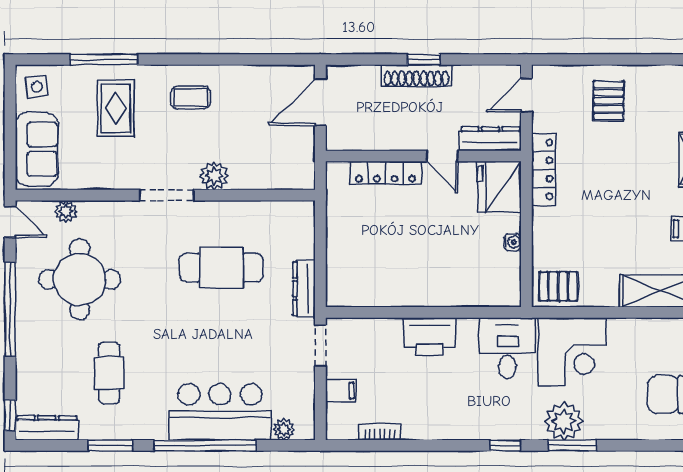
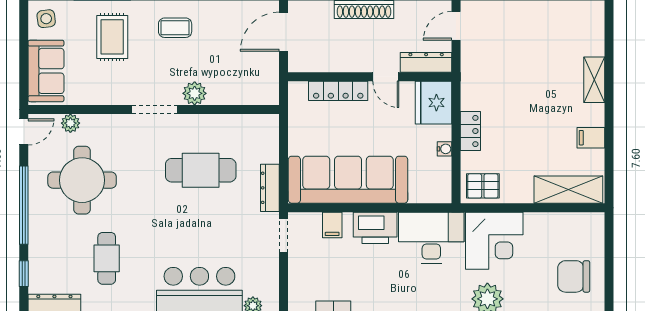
pallet: (609, 101) -> (525, 30), removed
locker: (543, 169) -> (470, 131), moved, width x0.66
door: (10, 222) -> (24, 132), hinge flipped
sofa: (397, 279) -> (348, 180), added
desk: (507, 348) -> (431, 238), width x1.37
filing cabinet: (341, 391) -> (332, 225), moved, turned 90
window: (10, 415) -> (24, 274), moved

